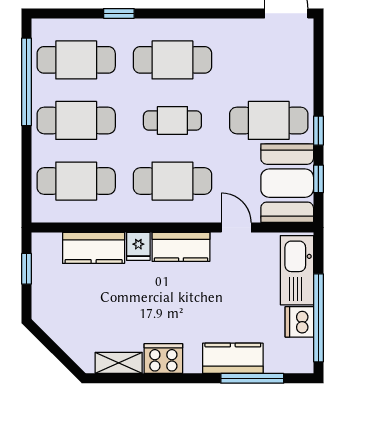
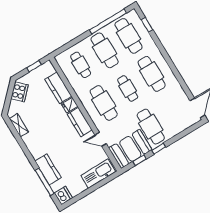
window: (119, 13) -> (147, 25), moved
cafe table: (76, 181) -> (81, 65), width x0.73, depth x0.74
door: (236, 227) -> (101, 139), swing flipped
window: (318, 318) -> (85, 194), removed
dishwasher: (299, 322) -> (63, 196), moved, turned 90
cooker: (163, 359) -> (19, 92), moved, turned 45

